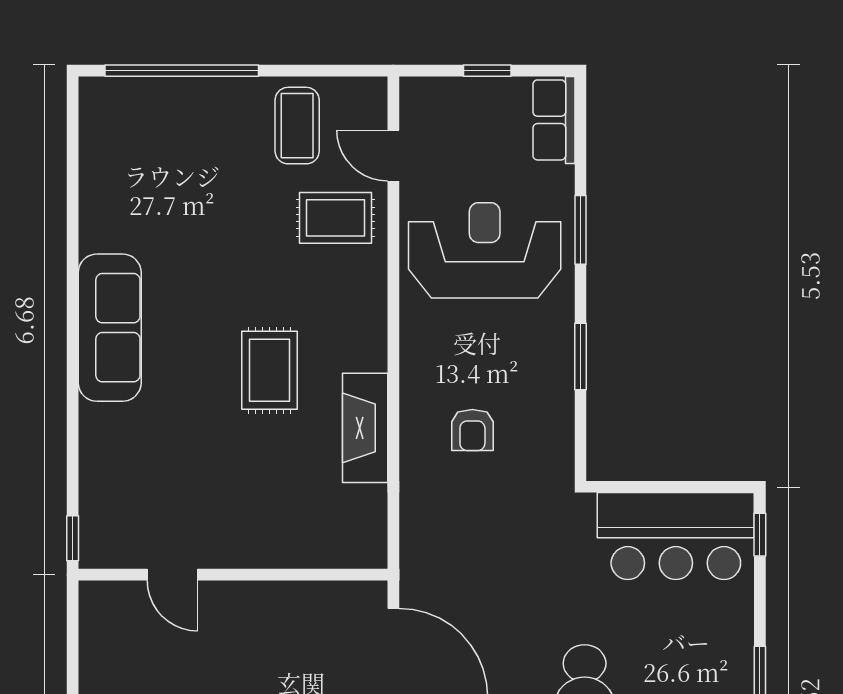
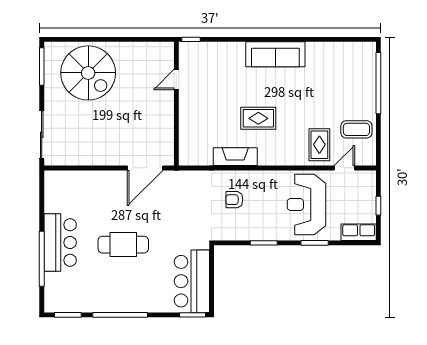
reception desk: (485, 250) -> (306, 205), turned 180
window: (760, 535) -> (192, 315), width x1.50

